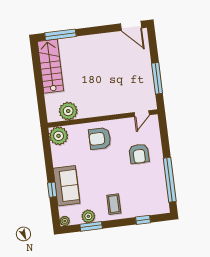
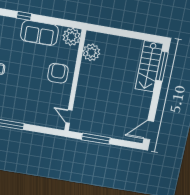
stairs: (50, 66) -> (149, 66), moved, turned 90
armchair: (139, 154) -> (34, 104), removed
sofa: (67, 186) -> (39, 33), moved

